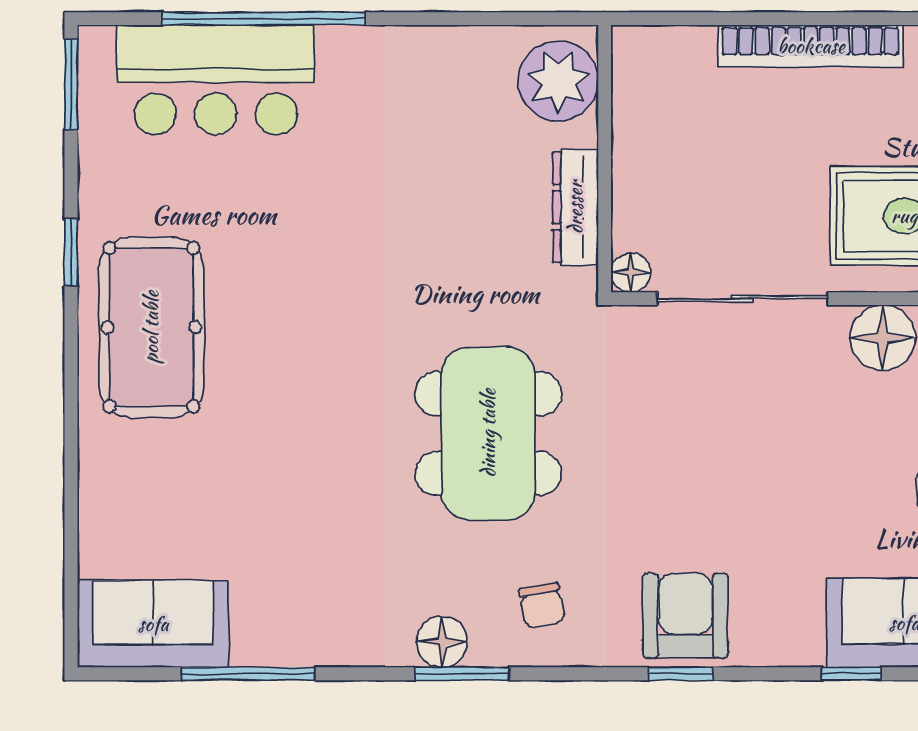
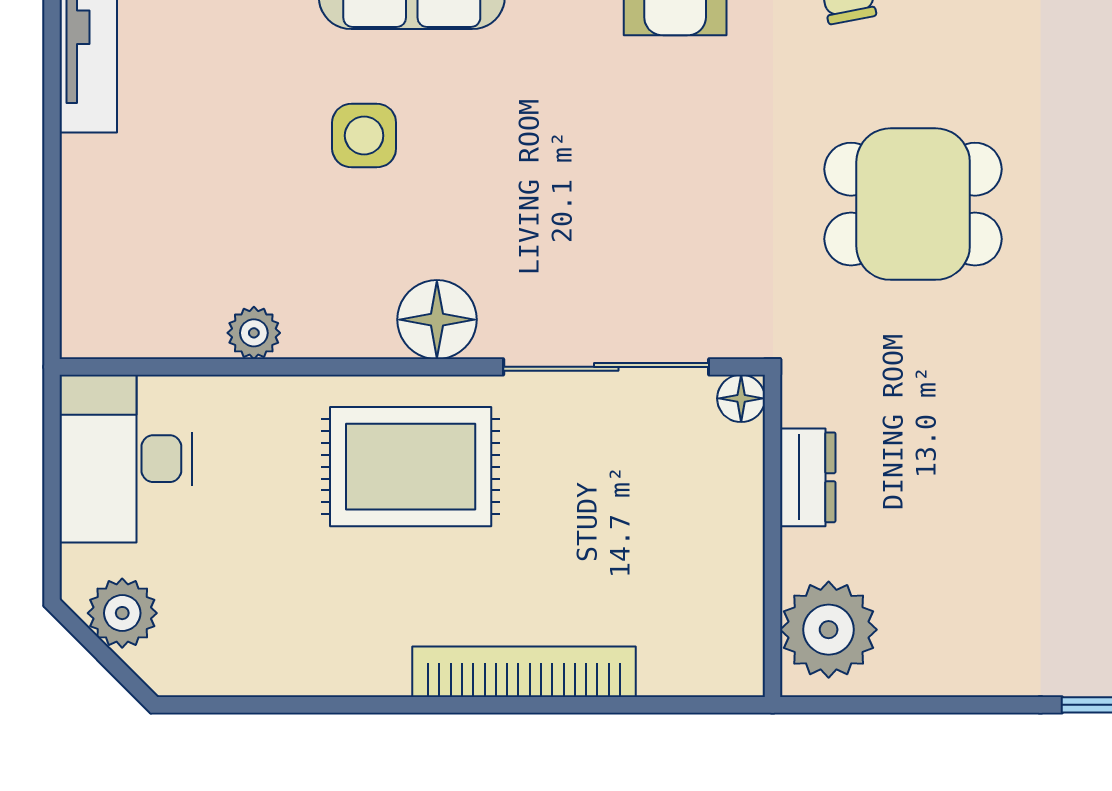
dresser: (575, 207) -> (808, 477), width x0.70
dining table: (488, 433) -> (913, 204), width x0.73

